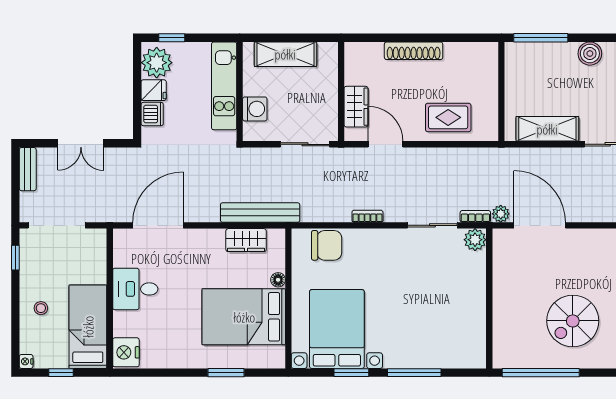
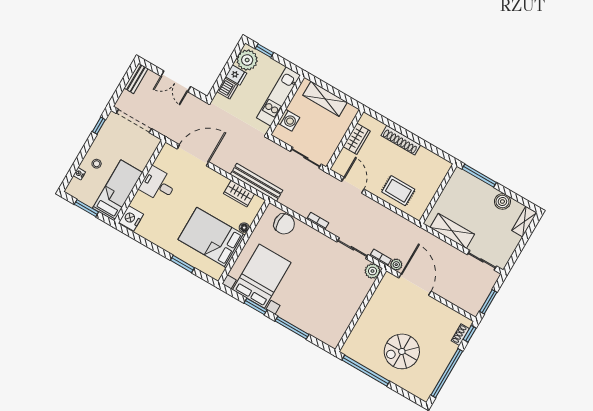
wardrobe: (356, 107) -> (357, 139), moved
nightstand: (26, 361) -> (79, 174), moved
window: (61, 373) -> (86, 208), width x1.50

